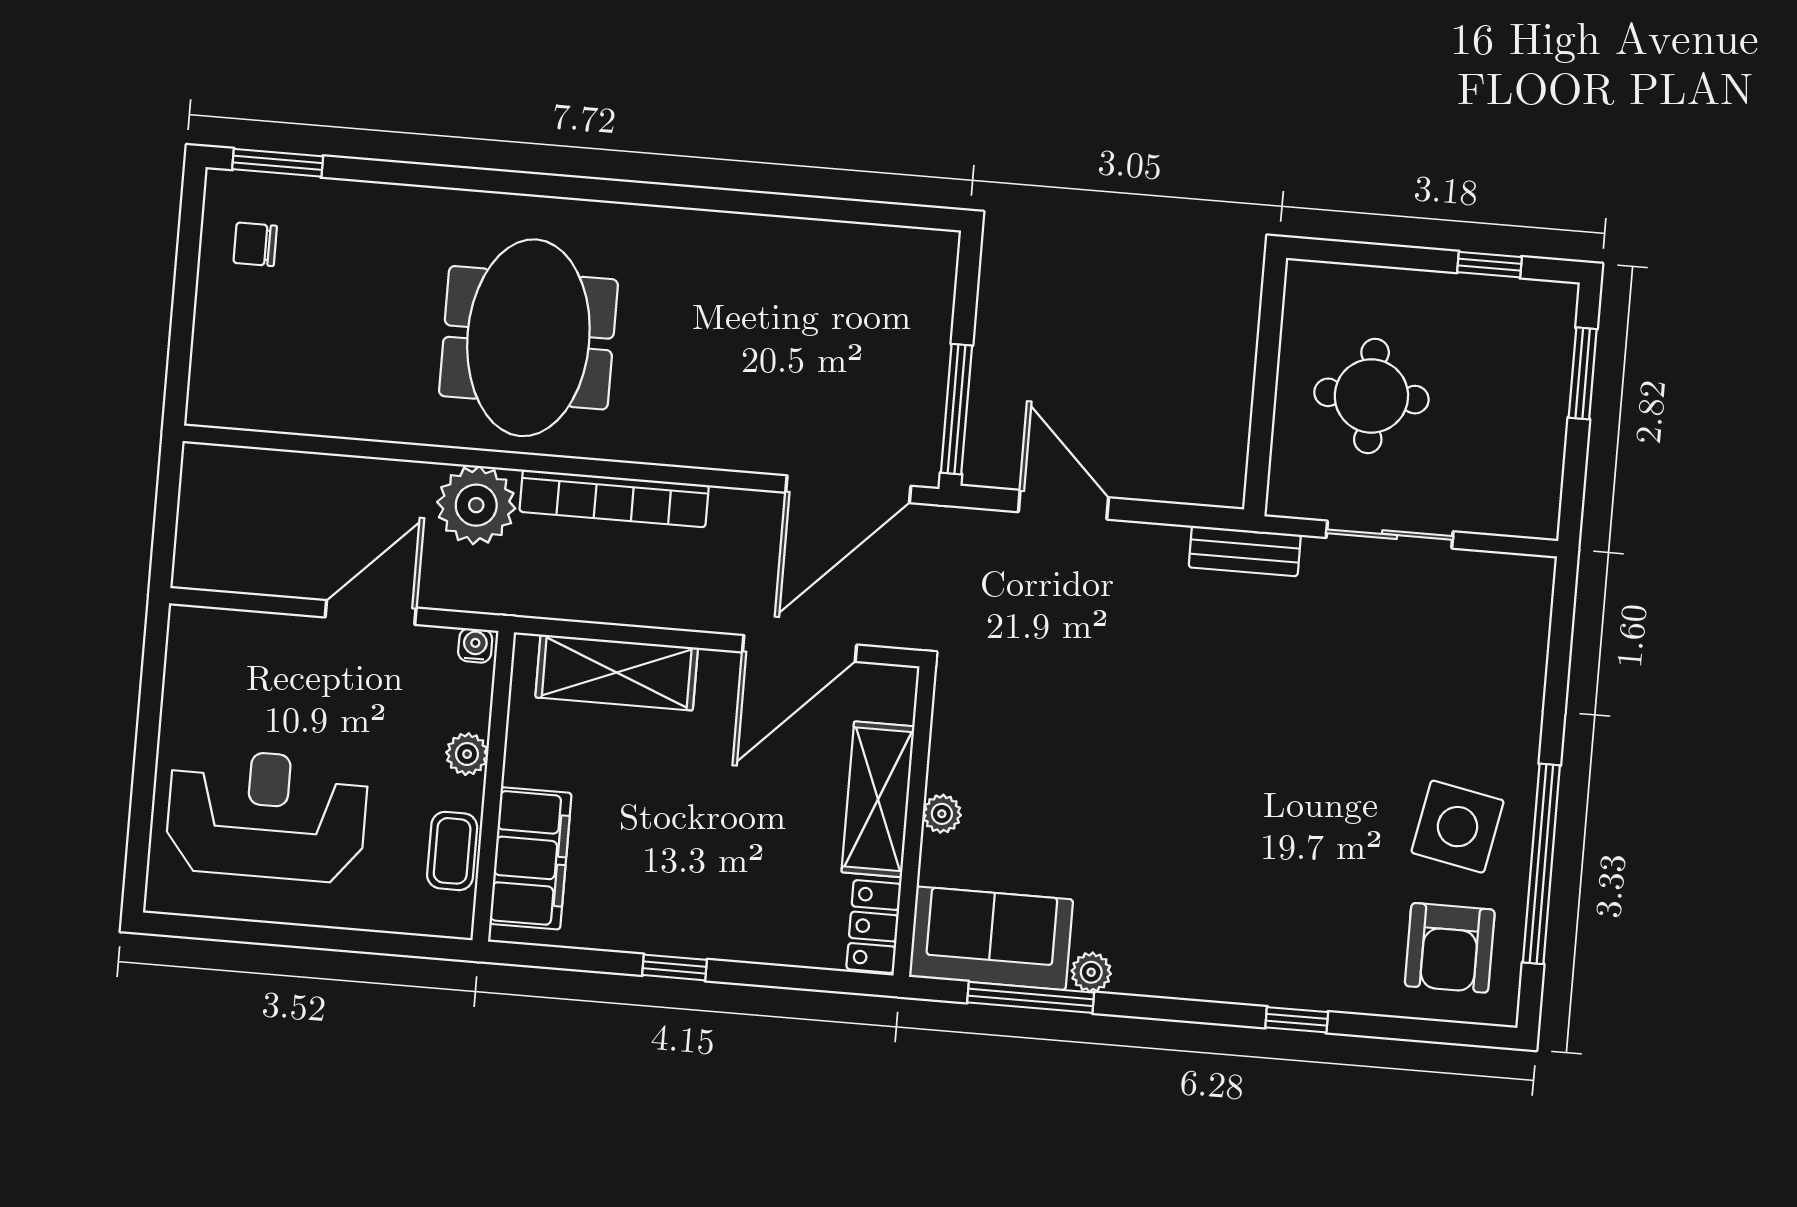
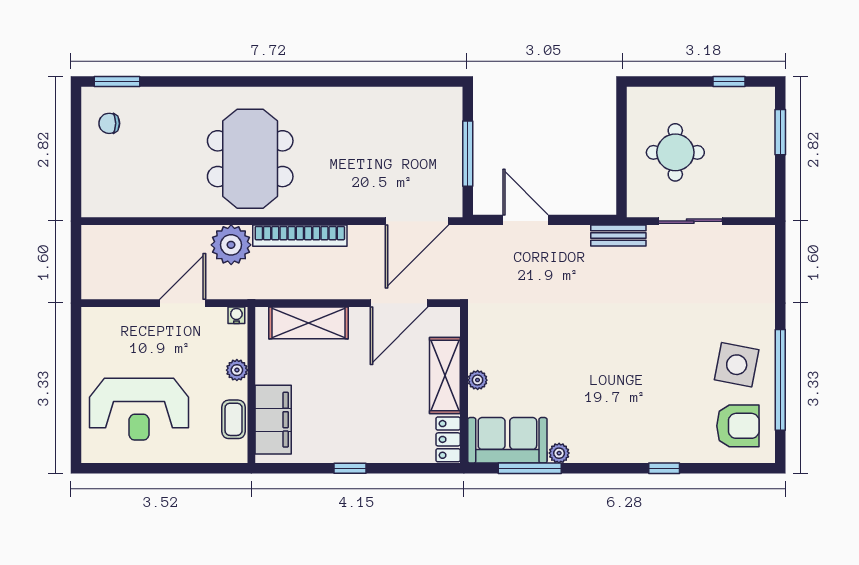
window: (956, 409) -> (468, 154), moved
reception desk: (267, 815) -> (139, 409), turned 180
armchair: (1450, 948) -> (738, 426), turned -90

